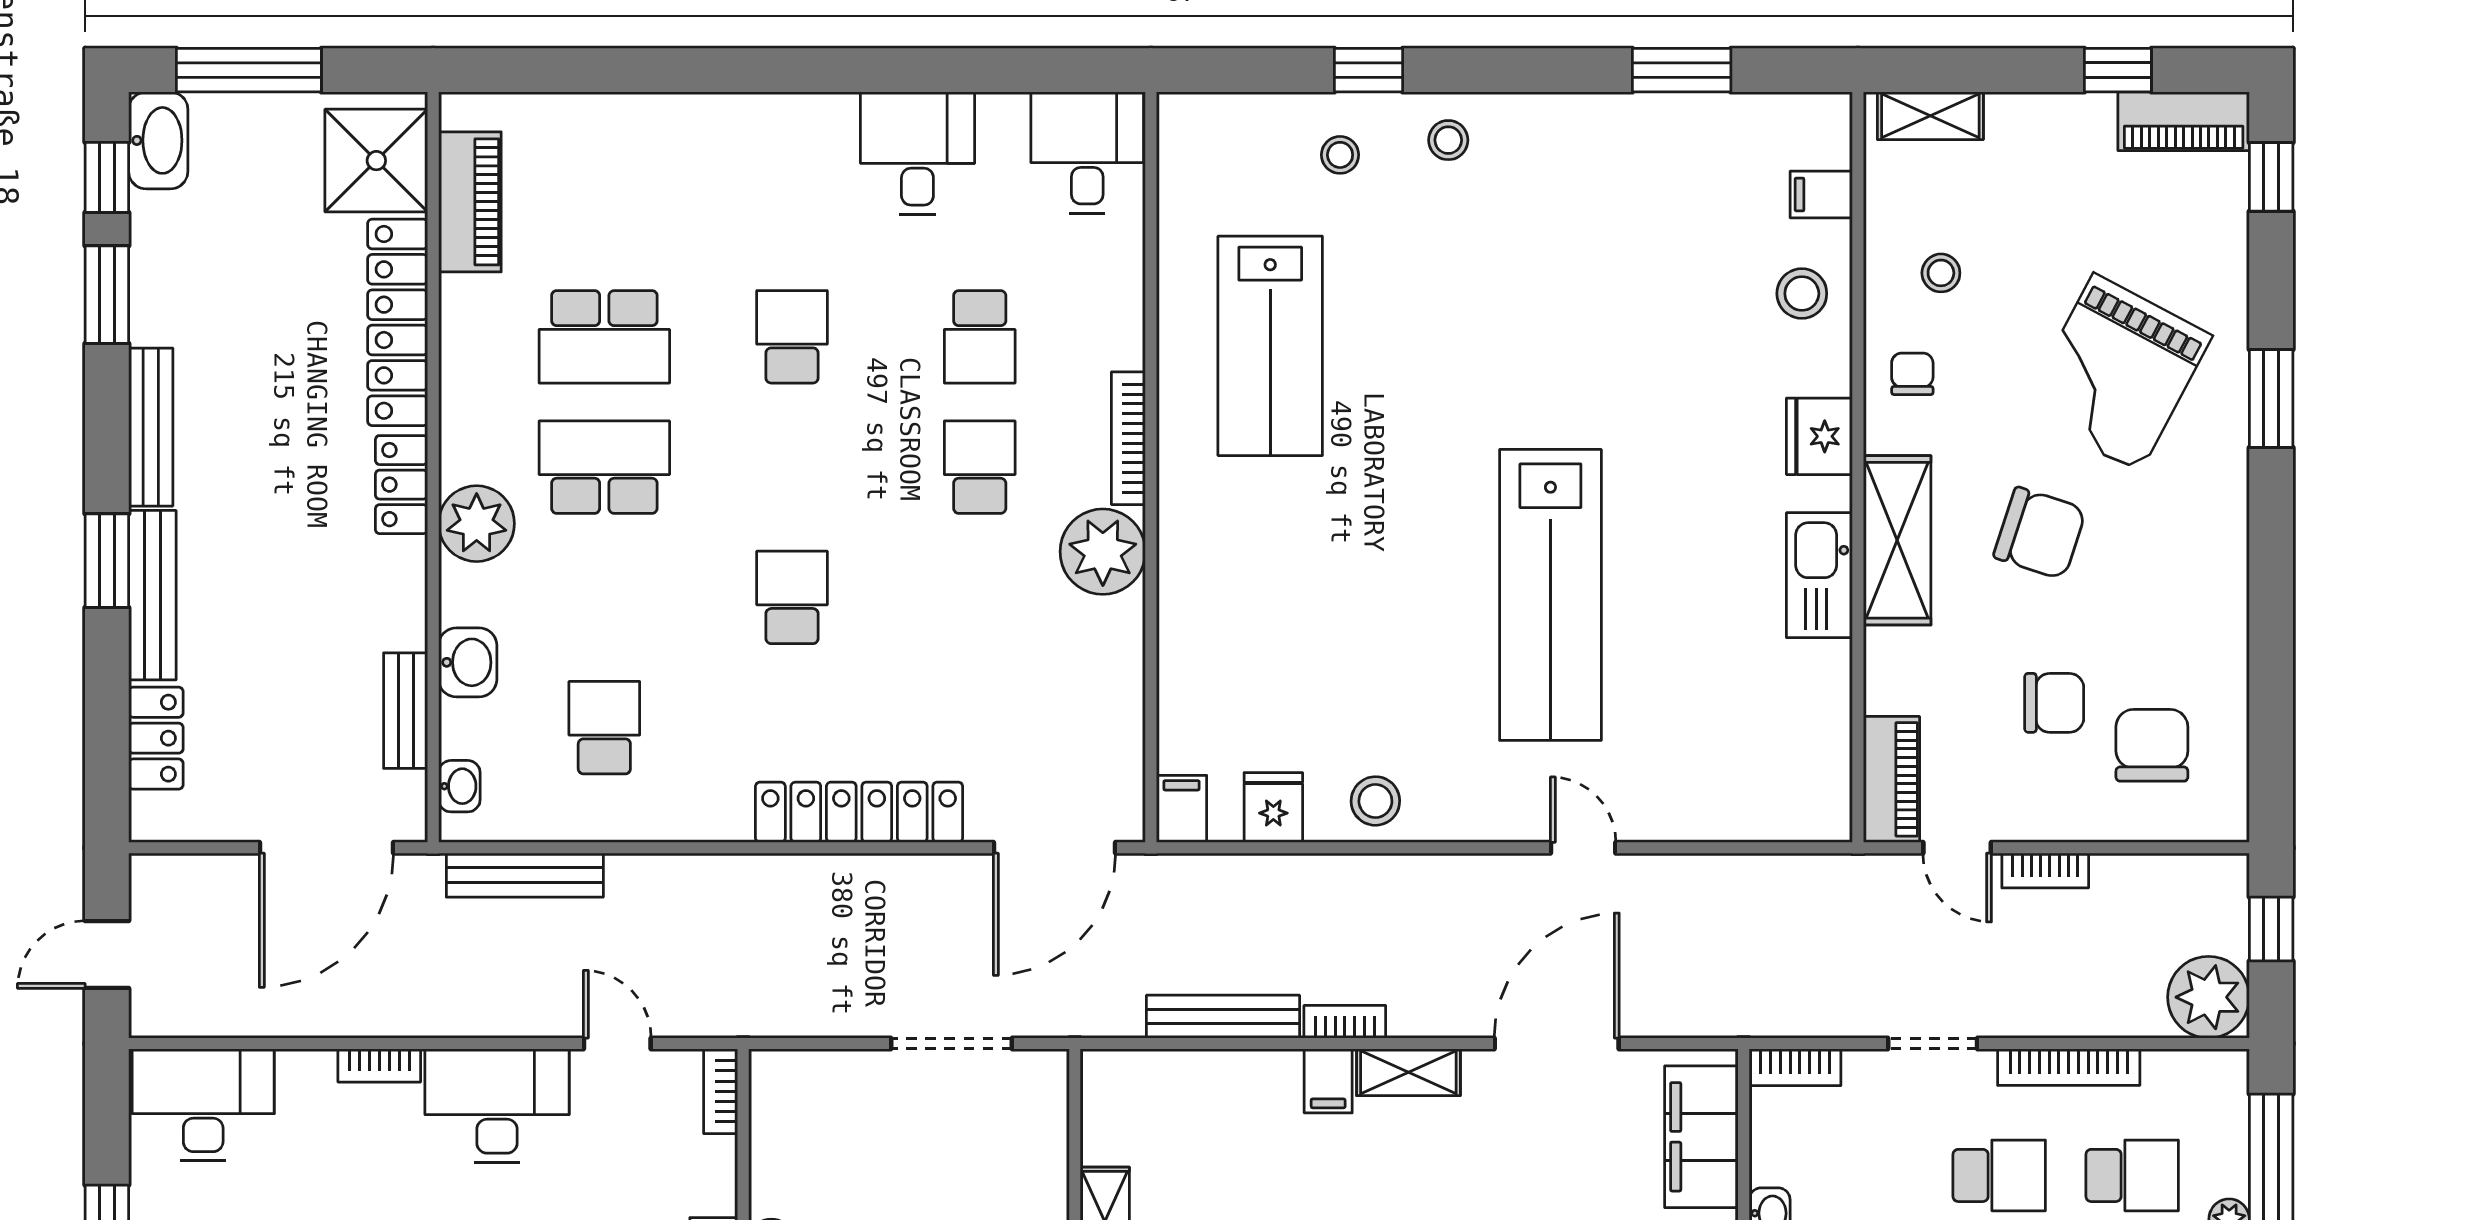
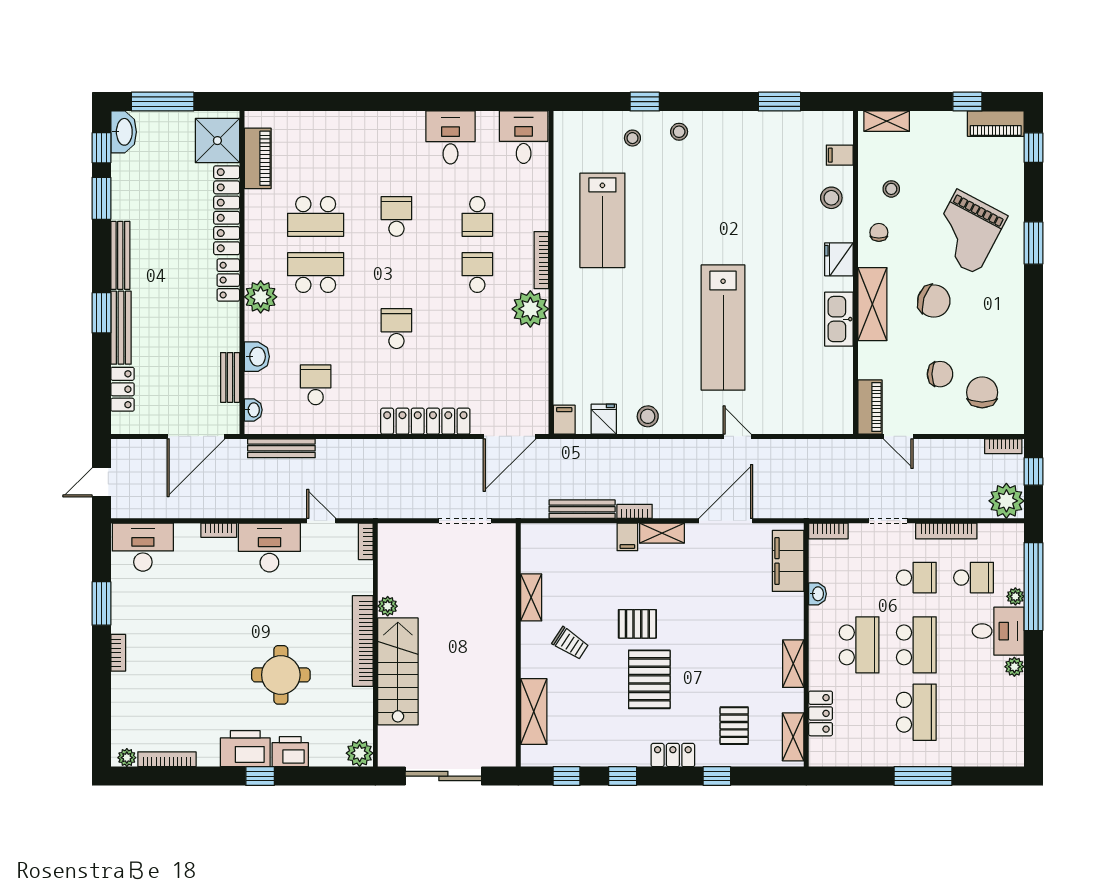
bookcase: (2045, 871) -> (1003, 446), moved

